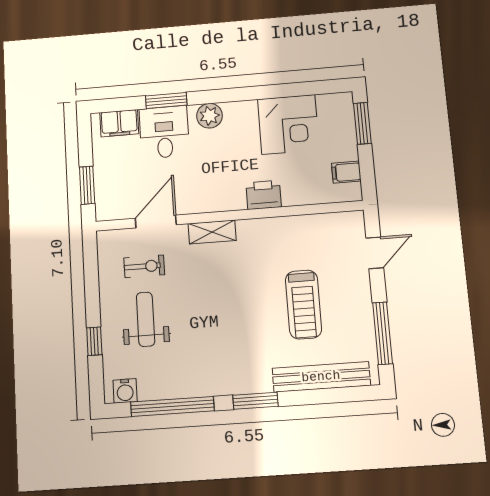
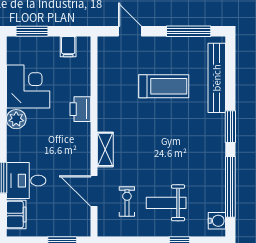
plant: (209, 116) -> (16, 119), moved

